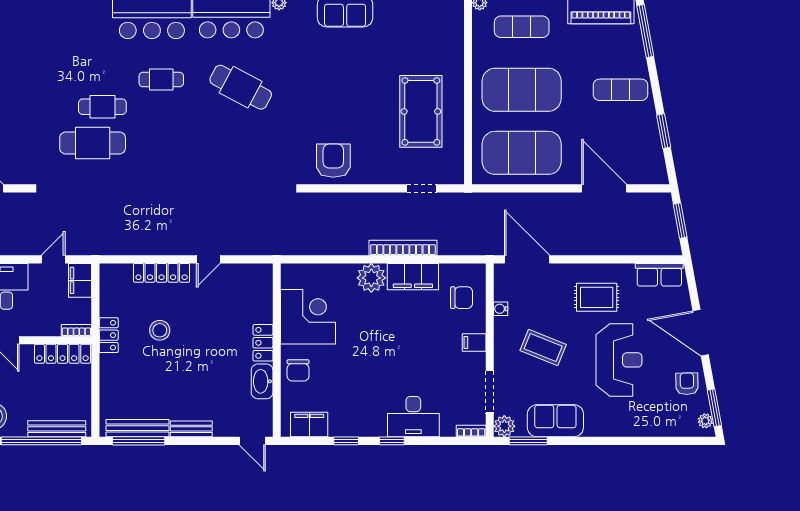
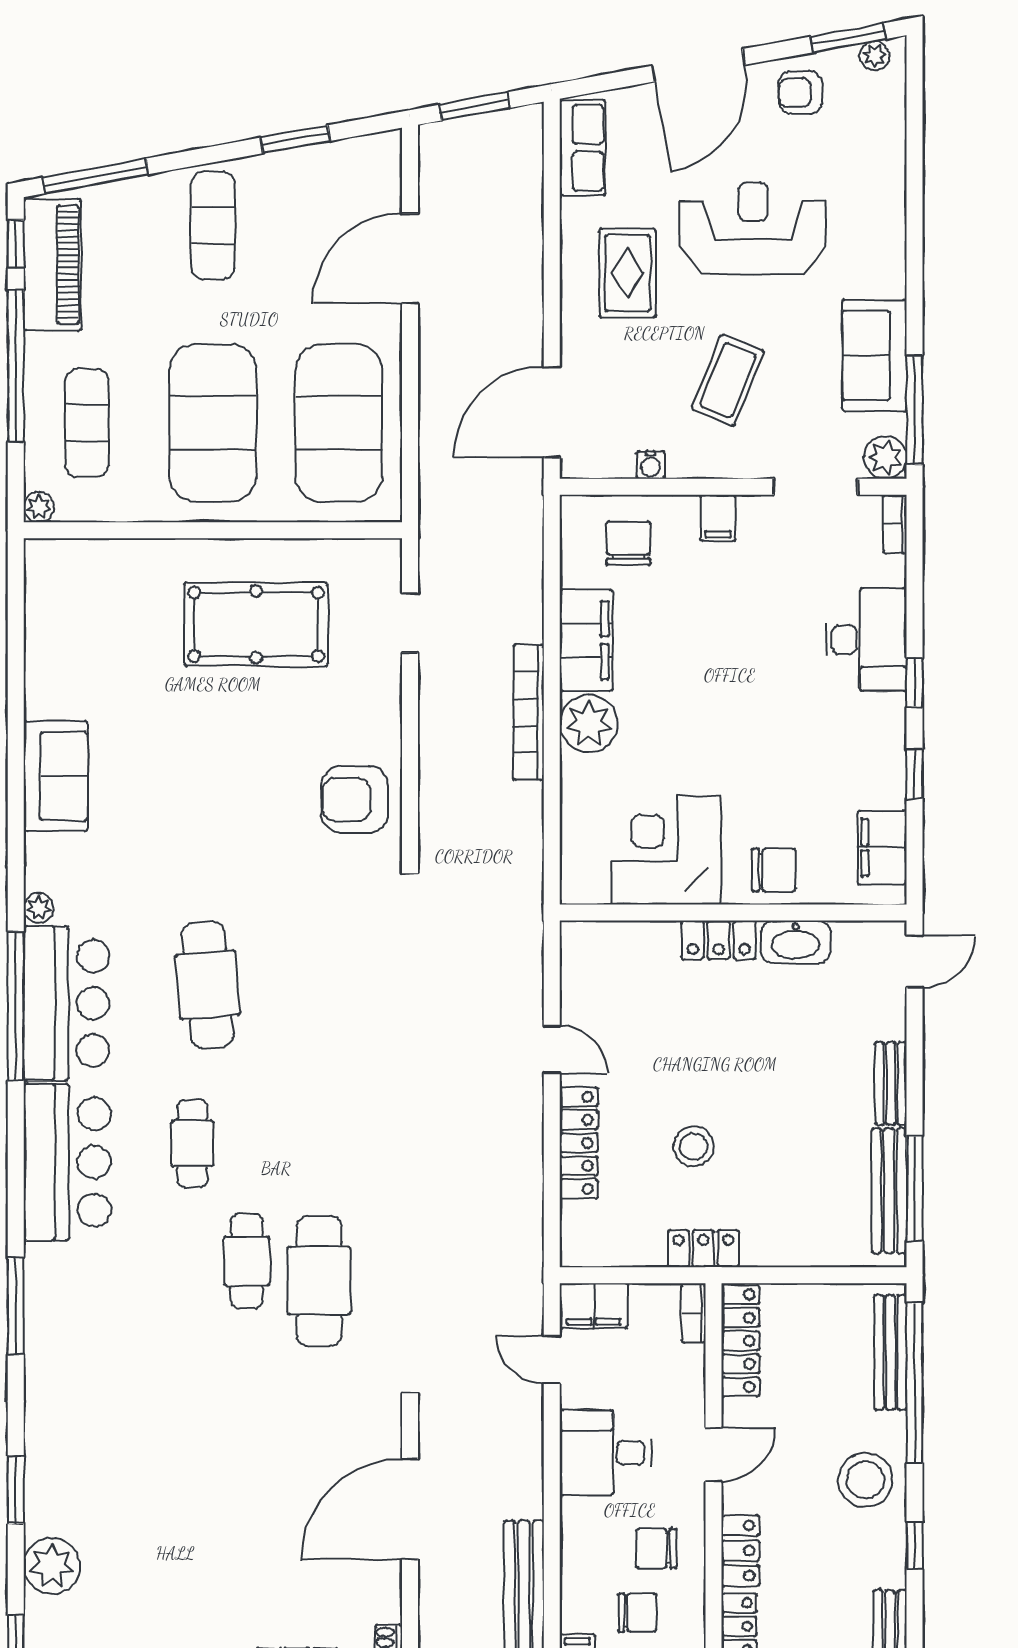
cafe table: (241, 87) -> (208, 985), turned -33
bookcase: (403, 248) -> (529, 712), moved
window: (528, 441) -> (915, 410), width x1.44

